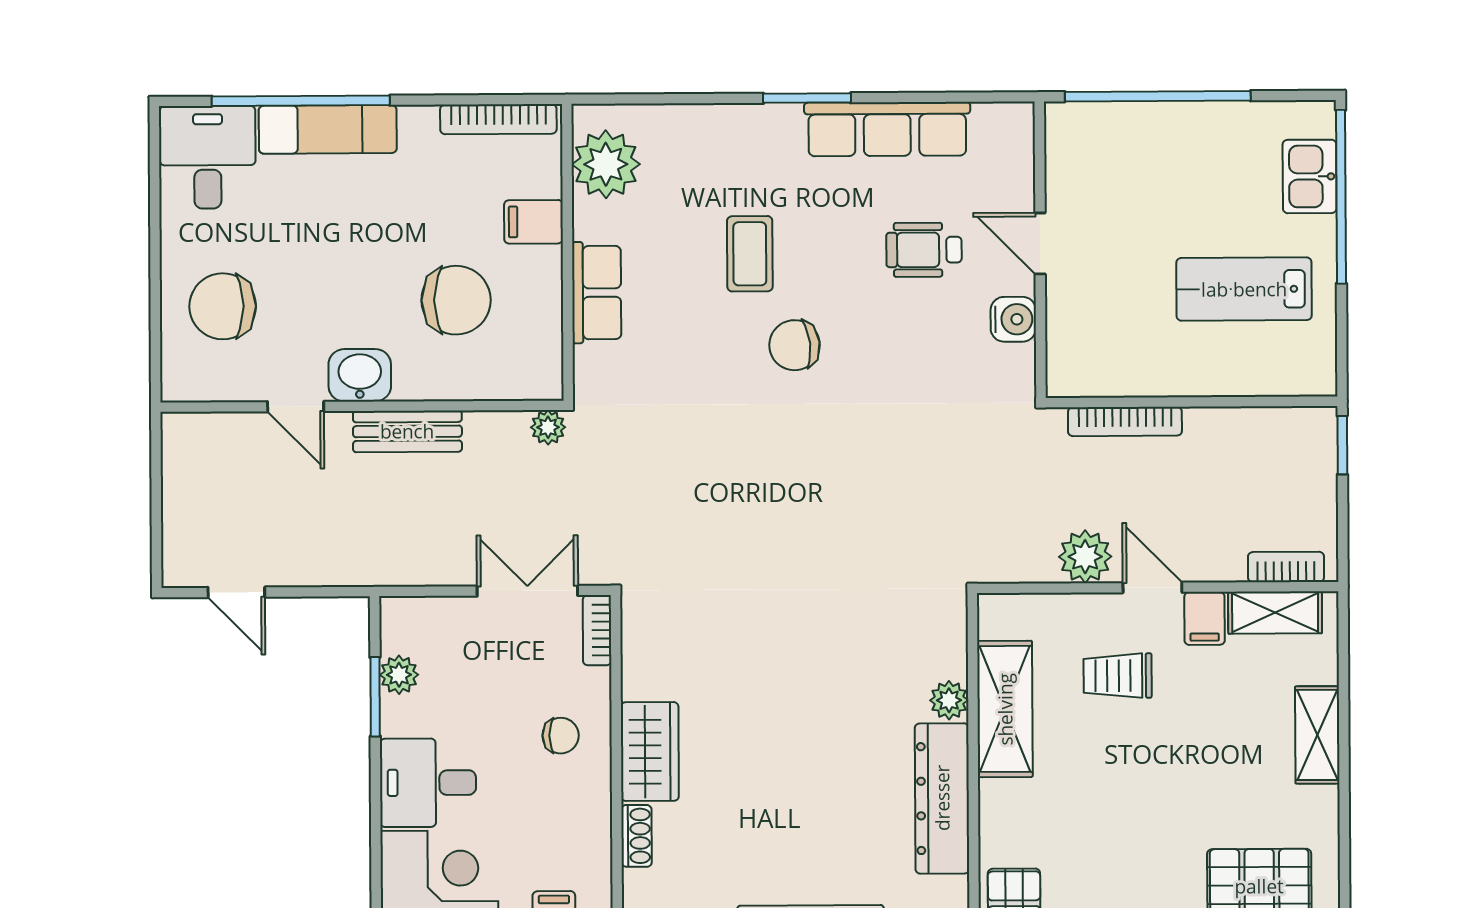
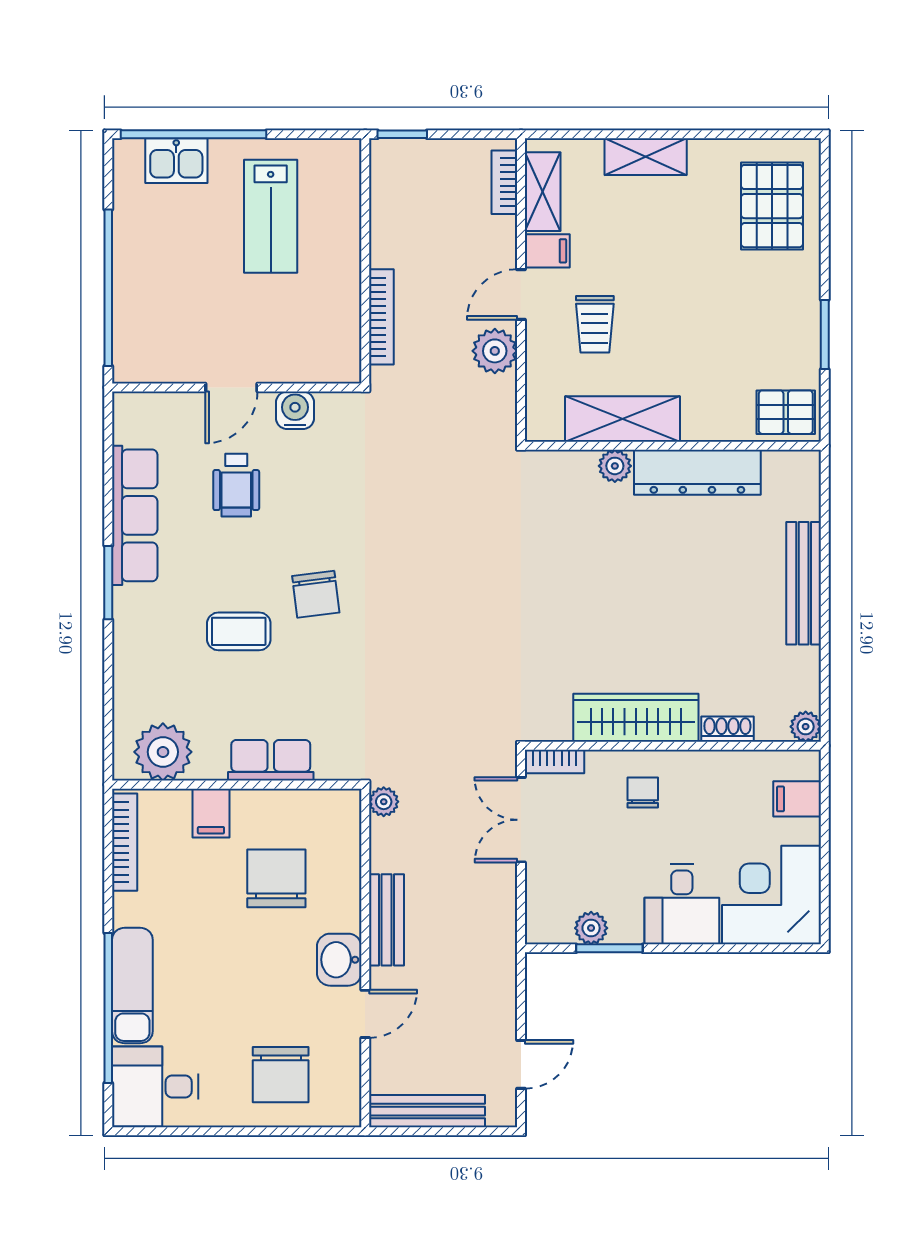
bench: (180, 481) -> (427, 1111), added
wardrobe: (650, 752) -> (636, 718), width x1.50

